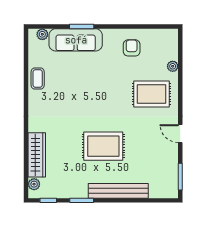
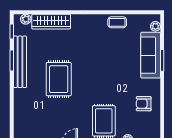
armchair: (132, 48) -> (144, 104), turned 180
bench: (118, 191) -> (20, 62), moved

